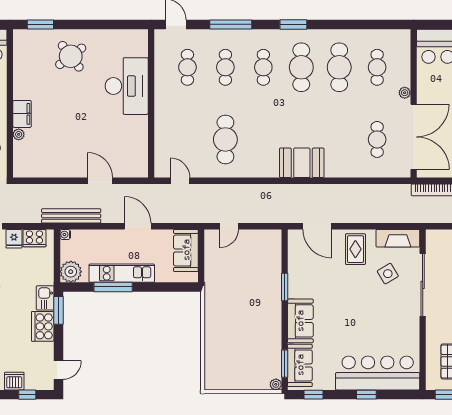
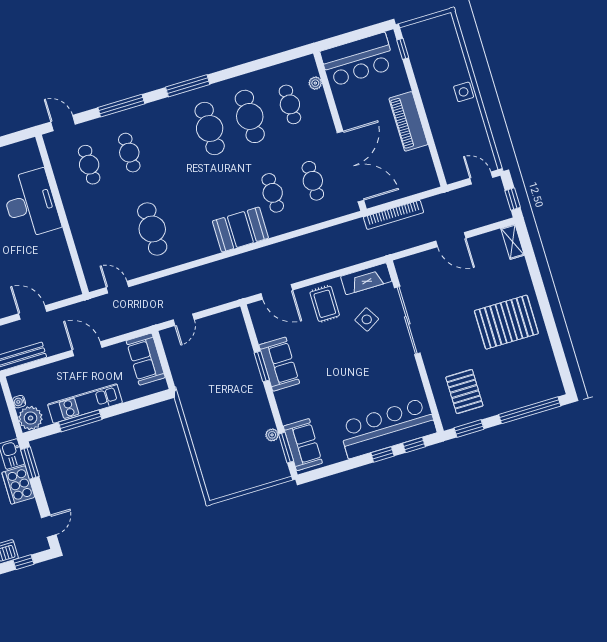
window: (293, 24) -> (188, 86), width x1.44
cafe table: (263, 67) -> (273, 193), moved
plant: (405, 93) -> (315, 83), moved
water cooler: (65, 235) -> (19, 402), moved
sofa: (300, 321) -> (279, 364), moved
plant: (276, 384) -> (272, 435), moved
window: (313, 395) -> (414, 445), moved

